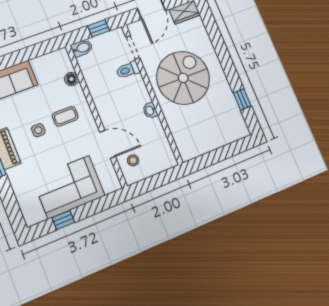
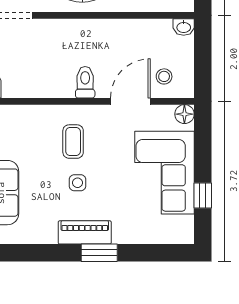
toilet: (128, 70) -> (85, 82), moved, turned 180
floor lamp: (71, 79) -> (184, 114), moved
washbasin: (150, 111) -> (184, 27), moved

